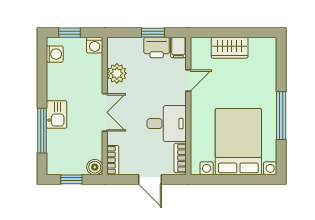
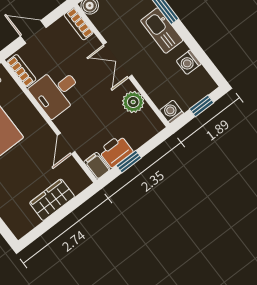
washing machine: (55, 54) -> (189, 62), moved
kitchen sink: (57, 114) -> (162, 31), width x1.38

